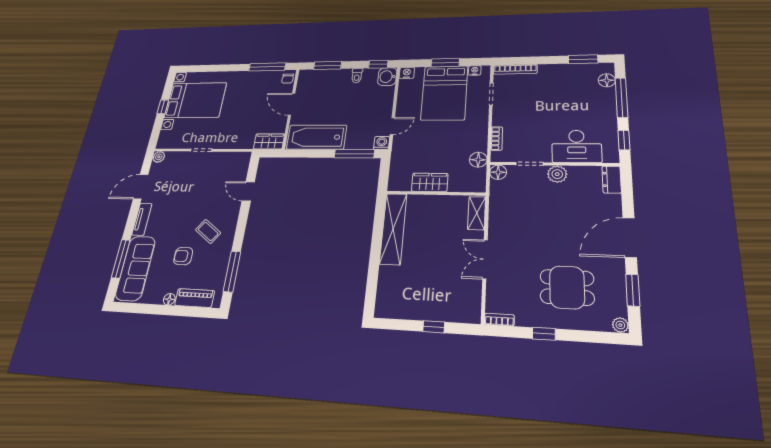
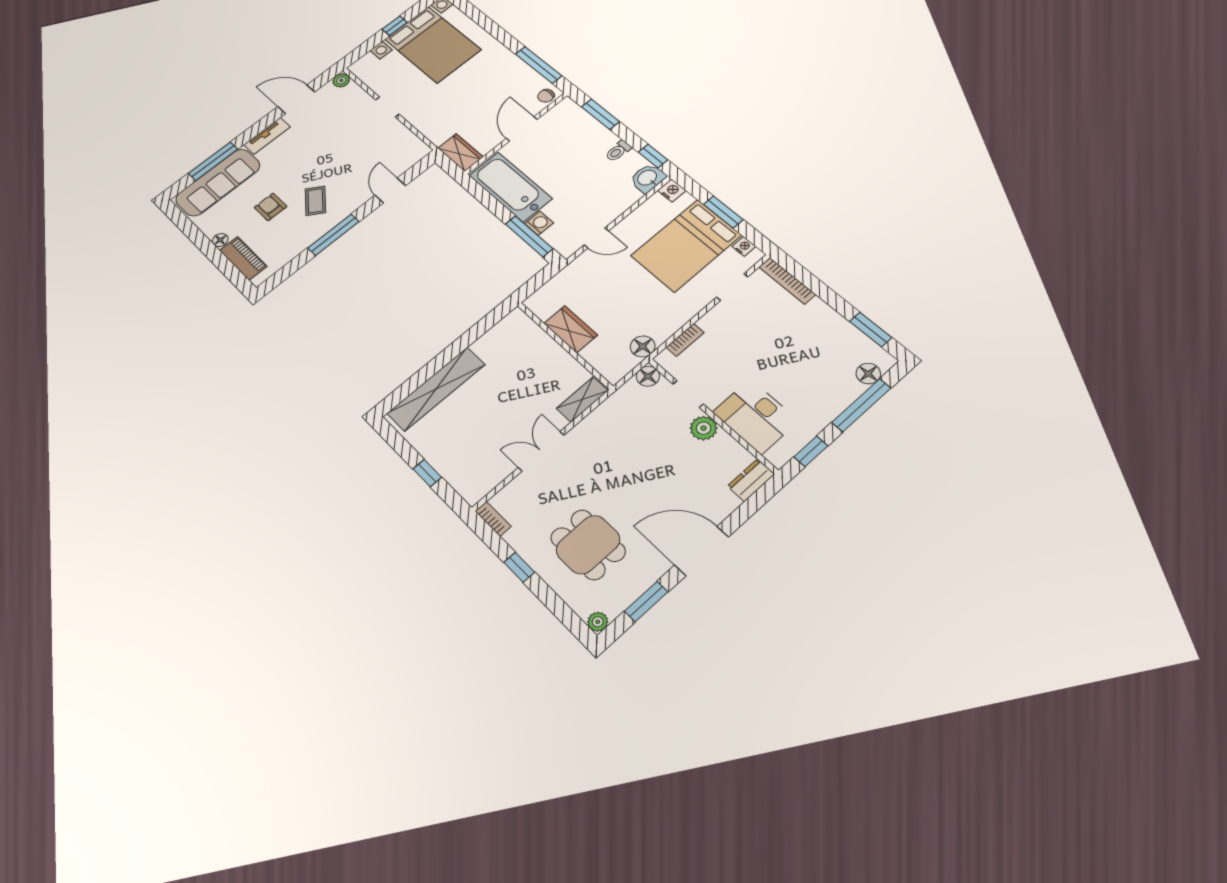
washing machine: (382, 143) -> (539, 223), moved
shelving: (393, 229) -> (436, 389), moved
window: (232, 272) -> (333, 235), moved

